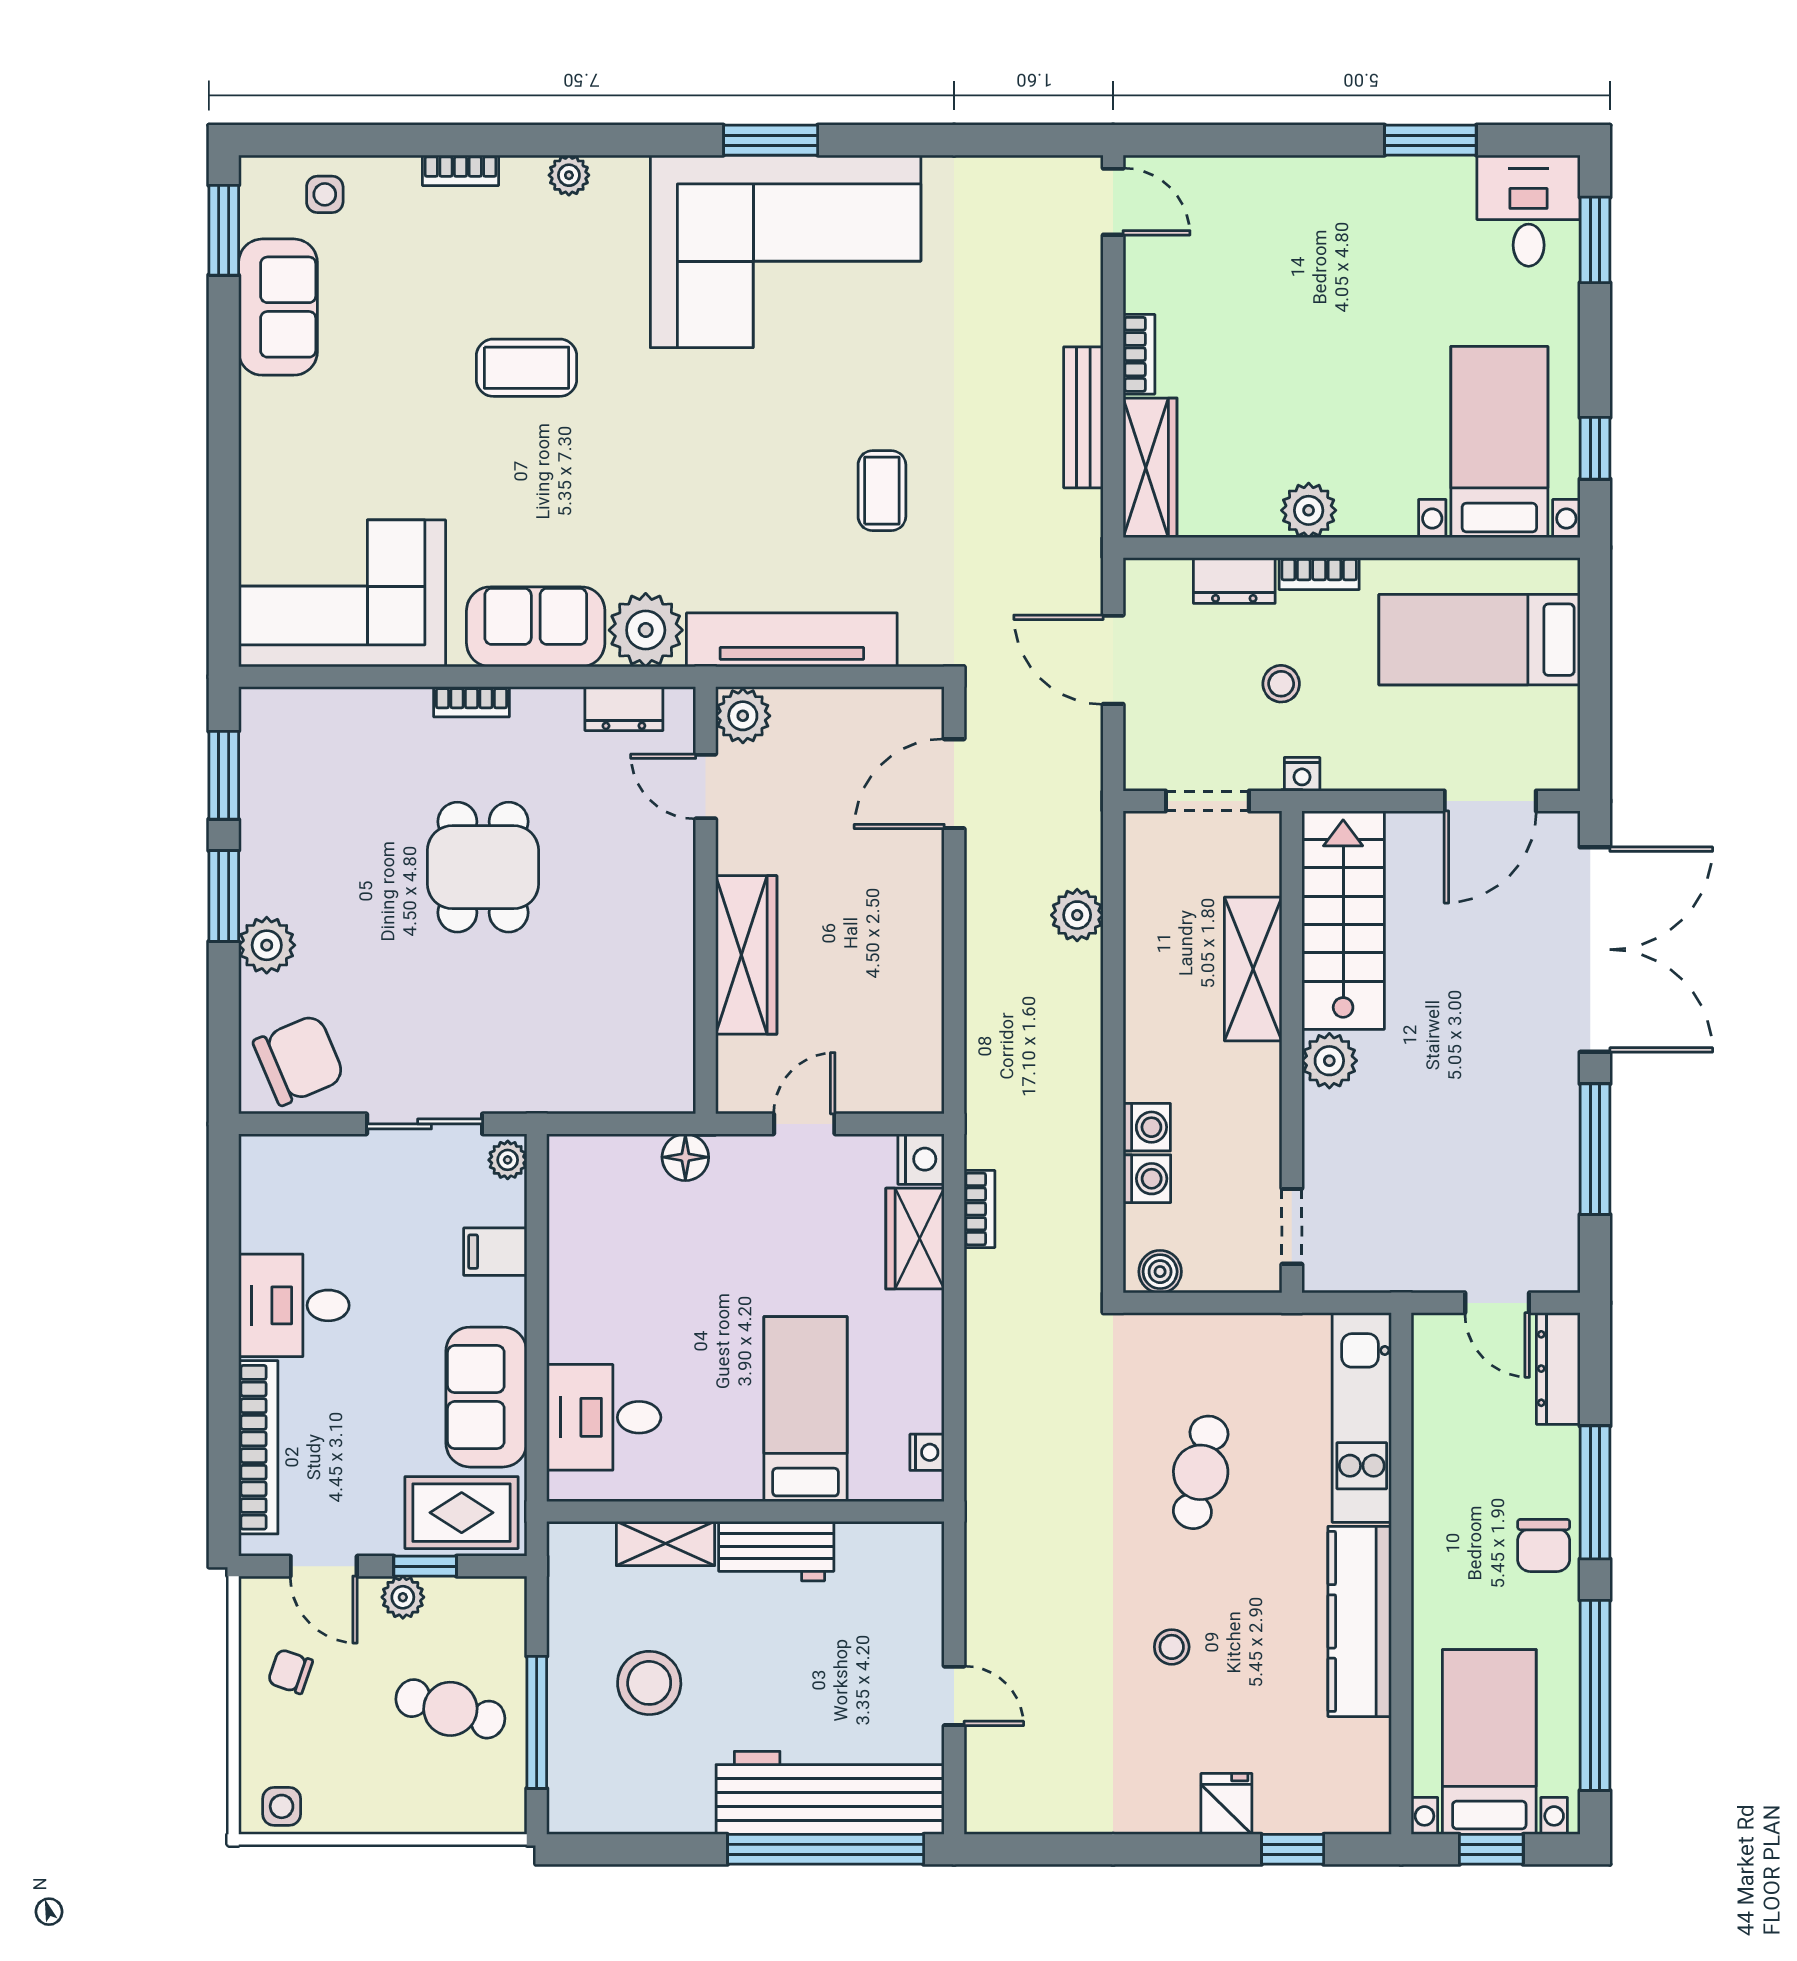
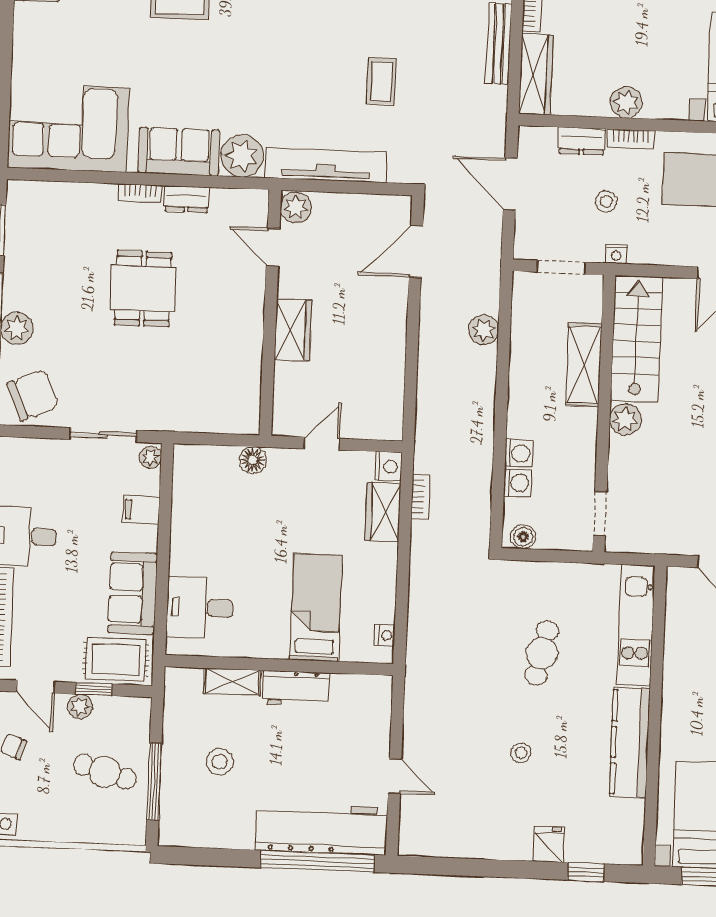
dresser: (624, 709) -> (187, 199), moved
wardrobe: (746, 955) -> (293, 330), width x0.67
stool: (649, 1683) -> (220, 761), width x0.73, depth x0.73

